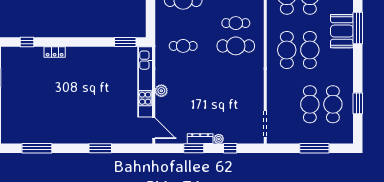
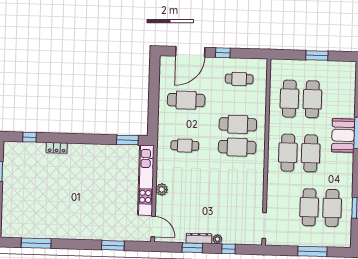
cafe table: (236, 23) -> (238, 124), width x1.37, depth x1.35
window: (100, 148) -> (113, 245), moved

